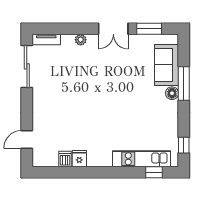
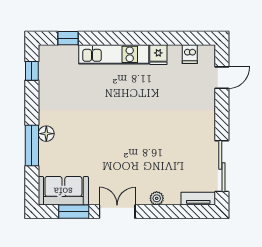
sofa: (167, 65) -> (63, 191), moved, turned -90
dishwasher: (65, 159) -> (190, 54), moved
kitchen unit: (142, 159) -> (114, 54), moved

